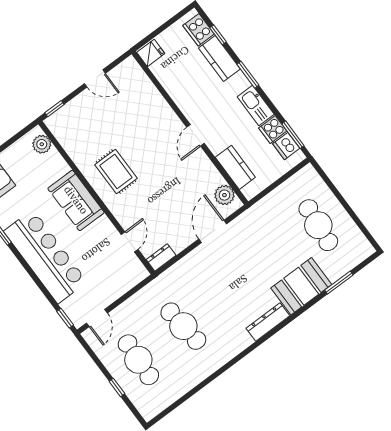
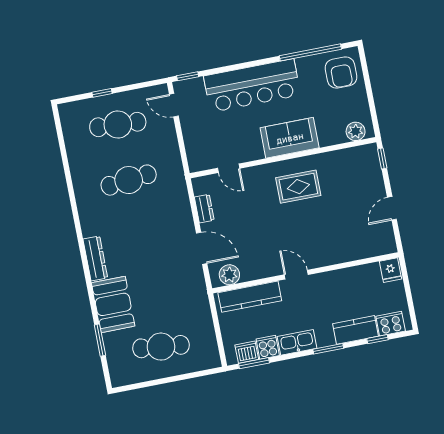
kitchen counter: (235, 167) -> (250, 297), width x1.50
dresser: (161, 257) -> (204, 209), moved

